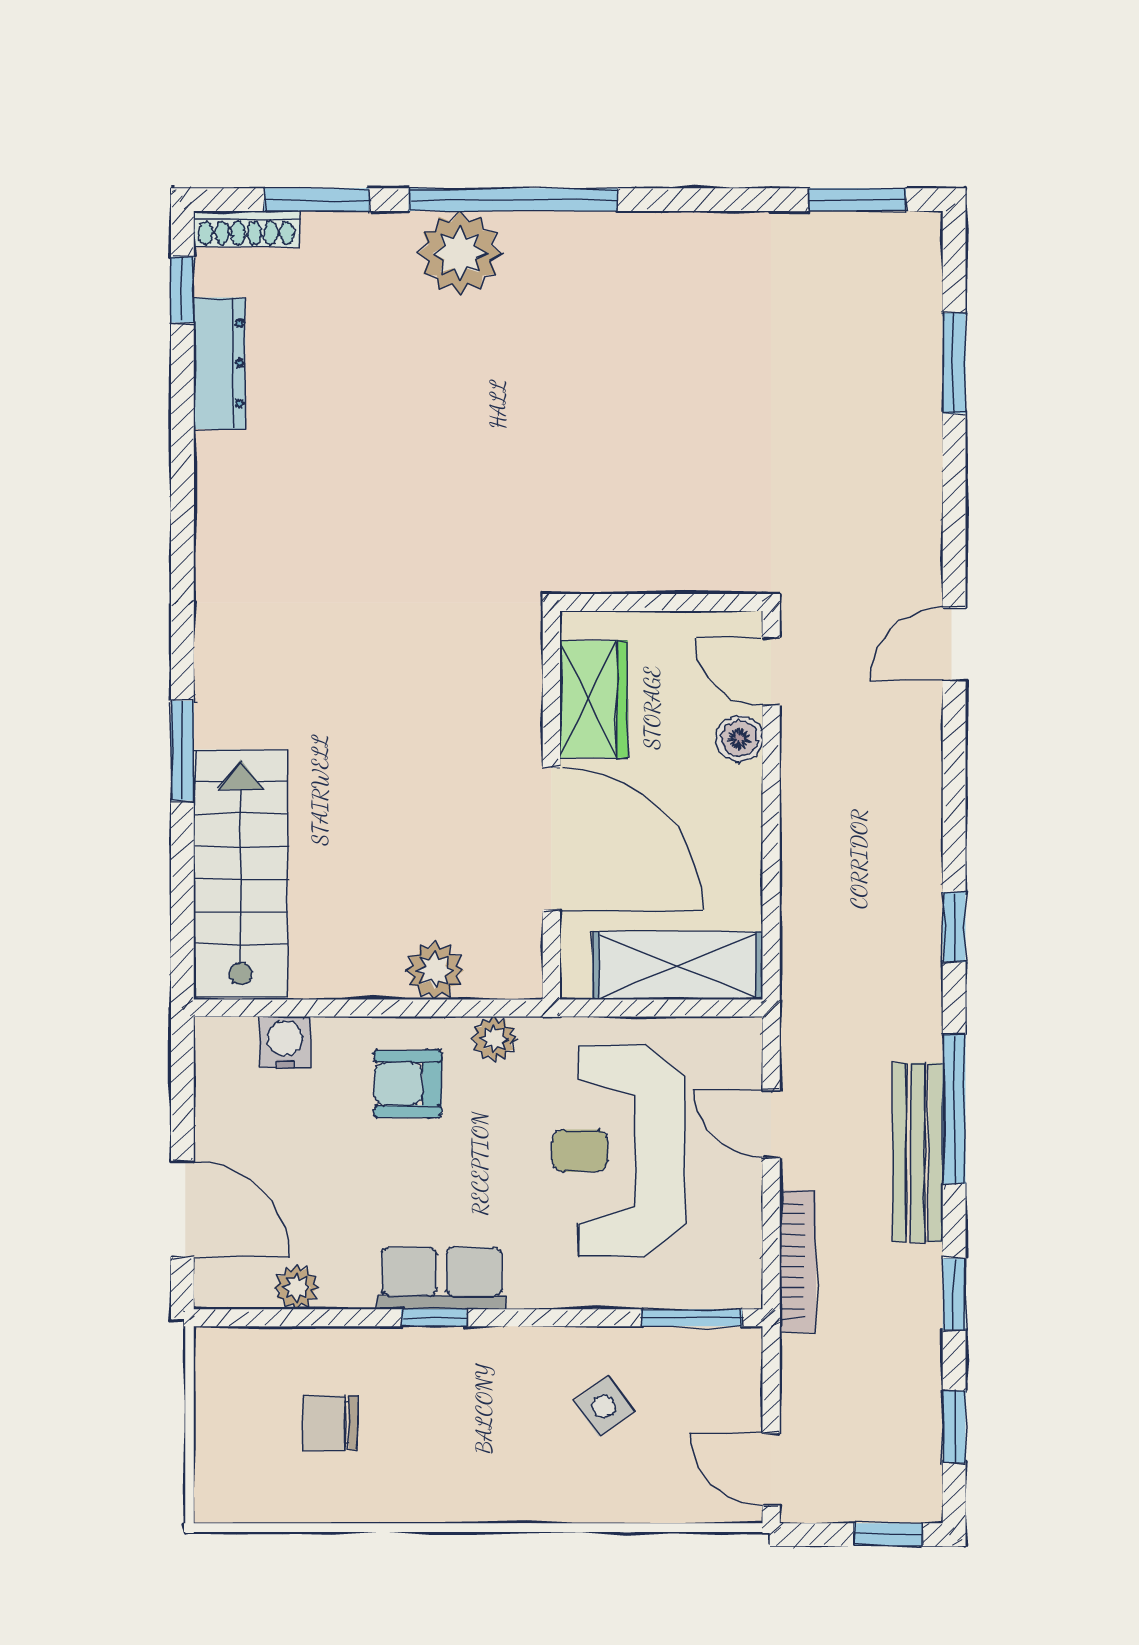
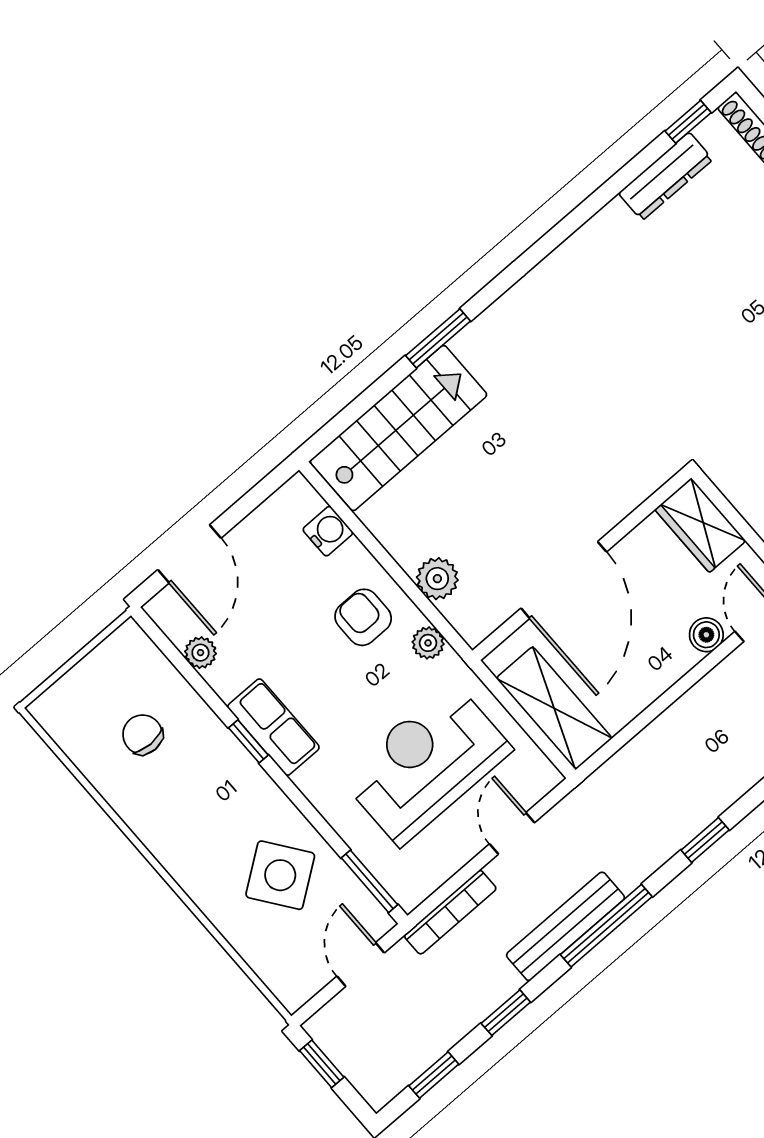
wardrobe: (594, 699) -> (700, 525), moved, turned 90
side table: (604, 1406) -> (280, 875), width x1.87, depth x1.87
door: (771, 1469) -> (361, 965), moved
window: (888, 1535) -> (322, 1064), moved

